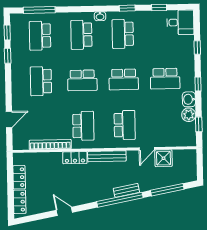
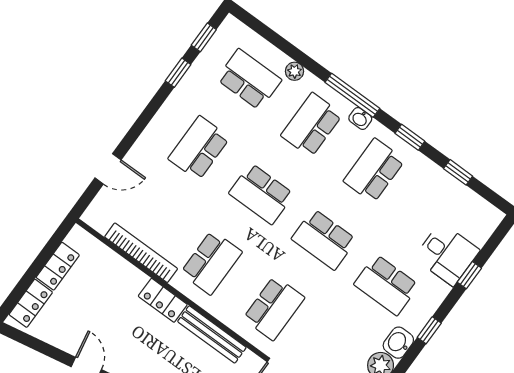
window: (39, 10) -> (352, 95), moved
plant: (57, 17) -> (295, 71), added
desk: (180, 22) -> (447, 254), moved
school desk: (40, 36) -> (249, 79), turned 90

